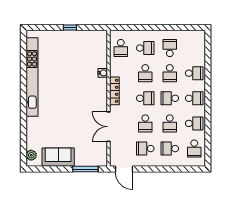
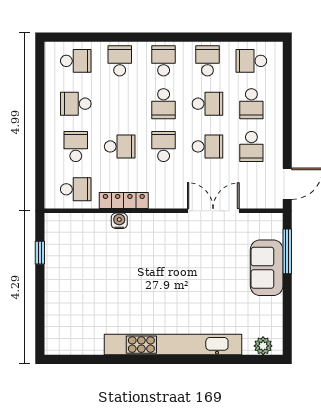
window: (70, 28) -> (40, 253), moved
school desk: (170, 73) -> (76, 61), moved
kitchen unit: (32, 77) -> (173, 345), moved
locker: (114, 91) -> (124, 201), moved
double door: (109, 127) -> (213, 211), swing flipped
school desk: (194, 149) -> (251, 61), turned 180
sofa: (58, 157) -> (267, 268), moved

